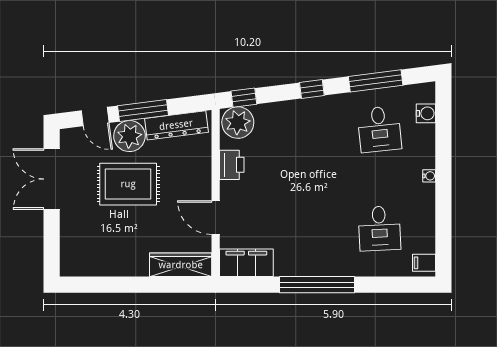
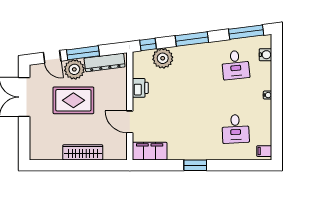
window: (376, 81) -> (246, 32), moved
window: (312, 89) -> (192, 39), width x2.17
plant: (238, 123) -> (163, 58), moved
wardrobe: (181, 265) -> (83, 152), moved
window: (317, 285) -> (195, 165), width x0.47

